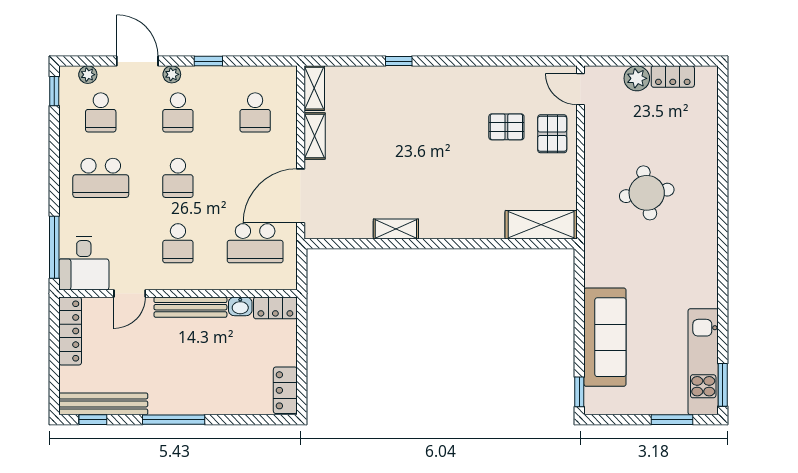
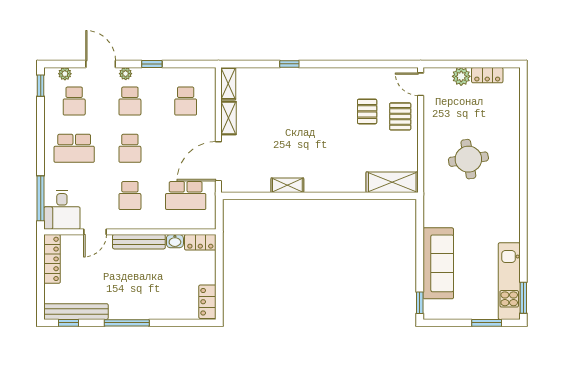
pallet: (506, 127) -> (367, 111), turned 90

